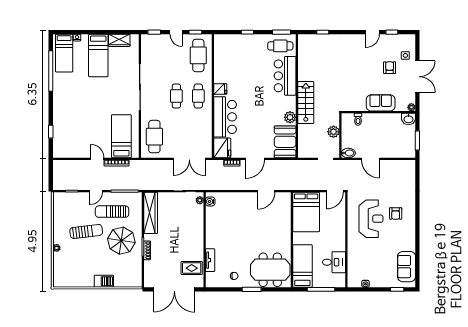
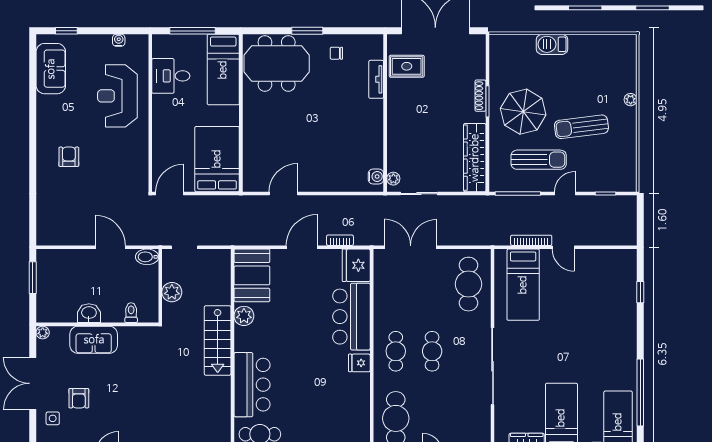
washbasin: (409, 119) -> (89, 313), moved
reception desk: (371, 219) -> (117, 96), moved

